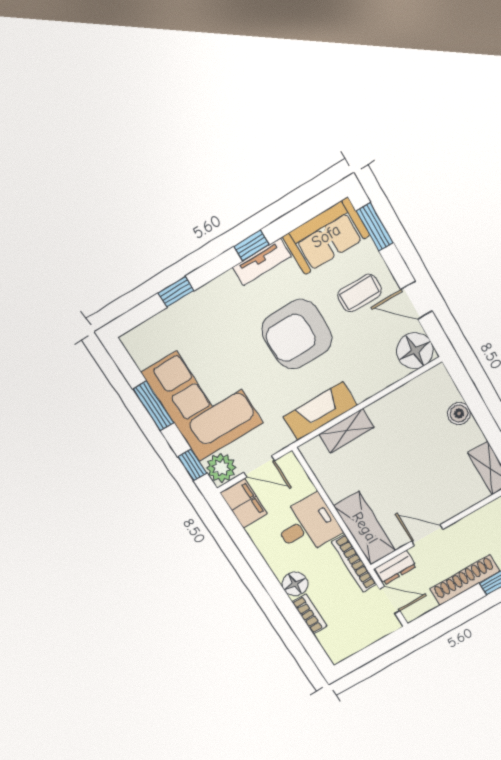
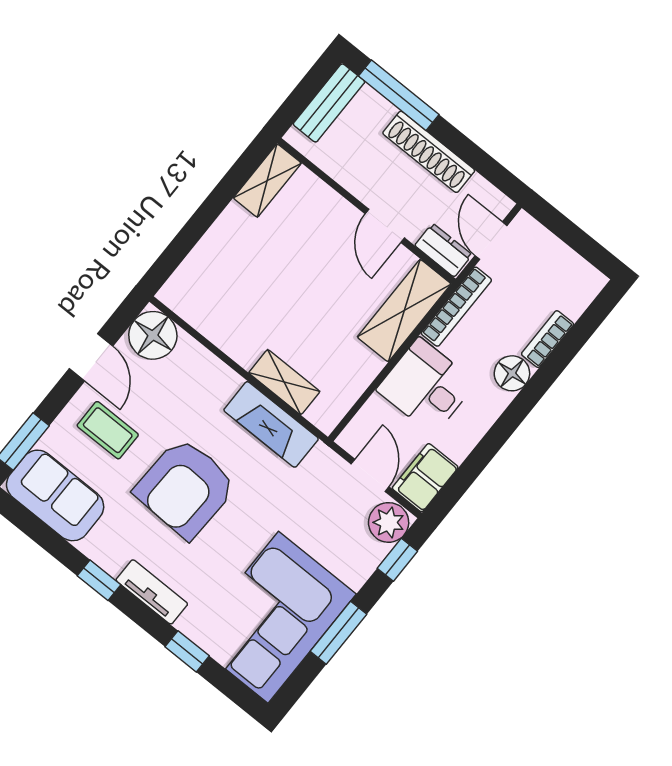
tv unit: (262, 262) -> (152, 592), moved
armchair: (297, 334) -> (185, 488), turned 92
corner sofa: (202, 398) -> (273, 617), moved
boiler: (459, 414) -> (211, 249), removed

